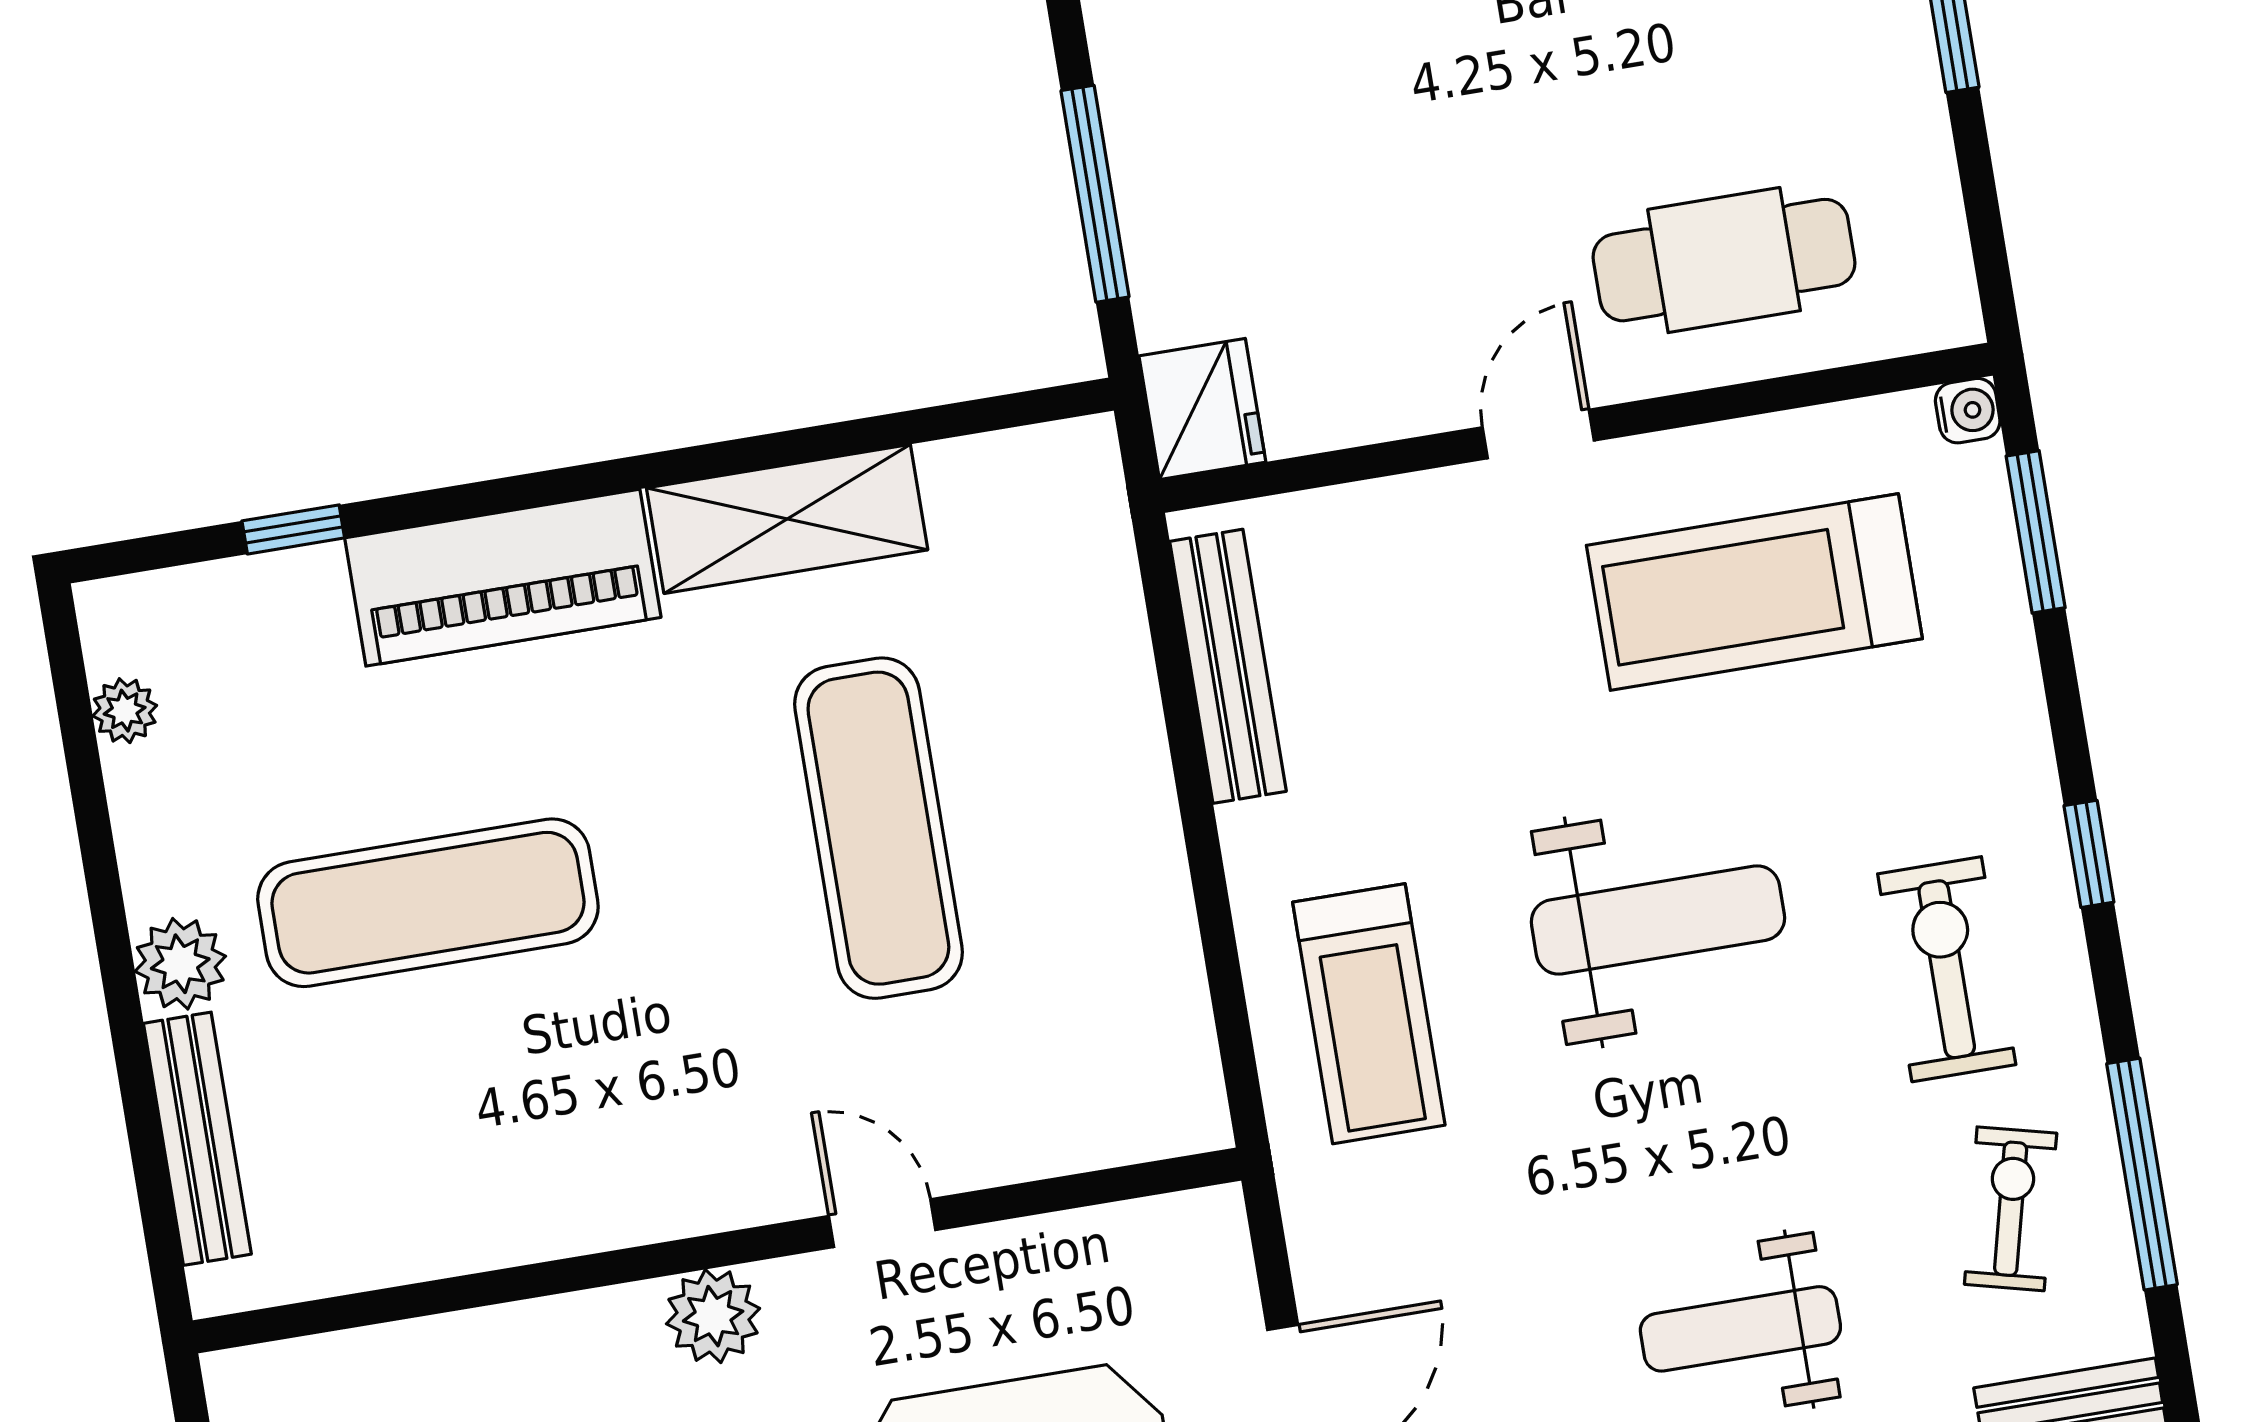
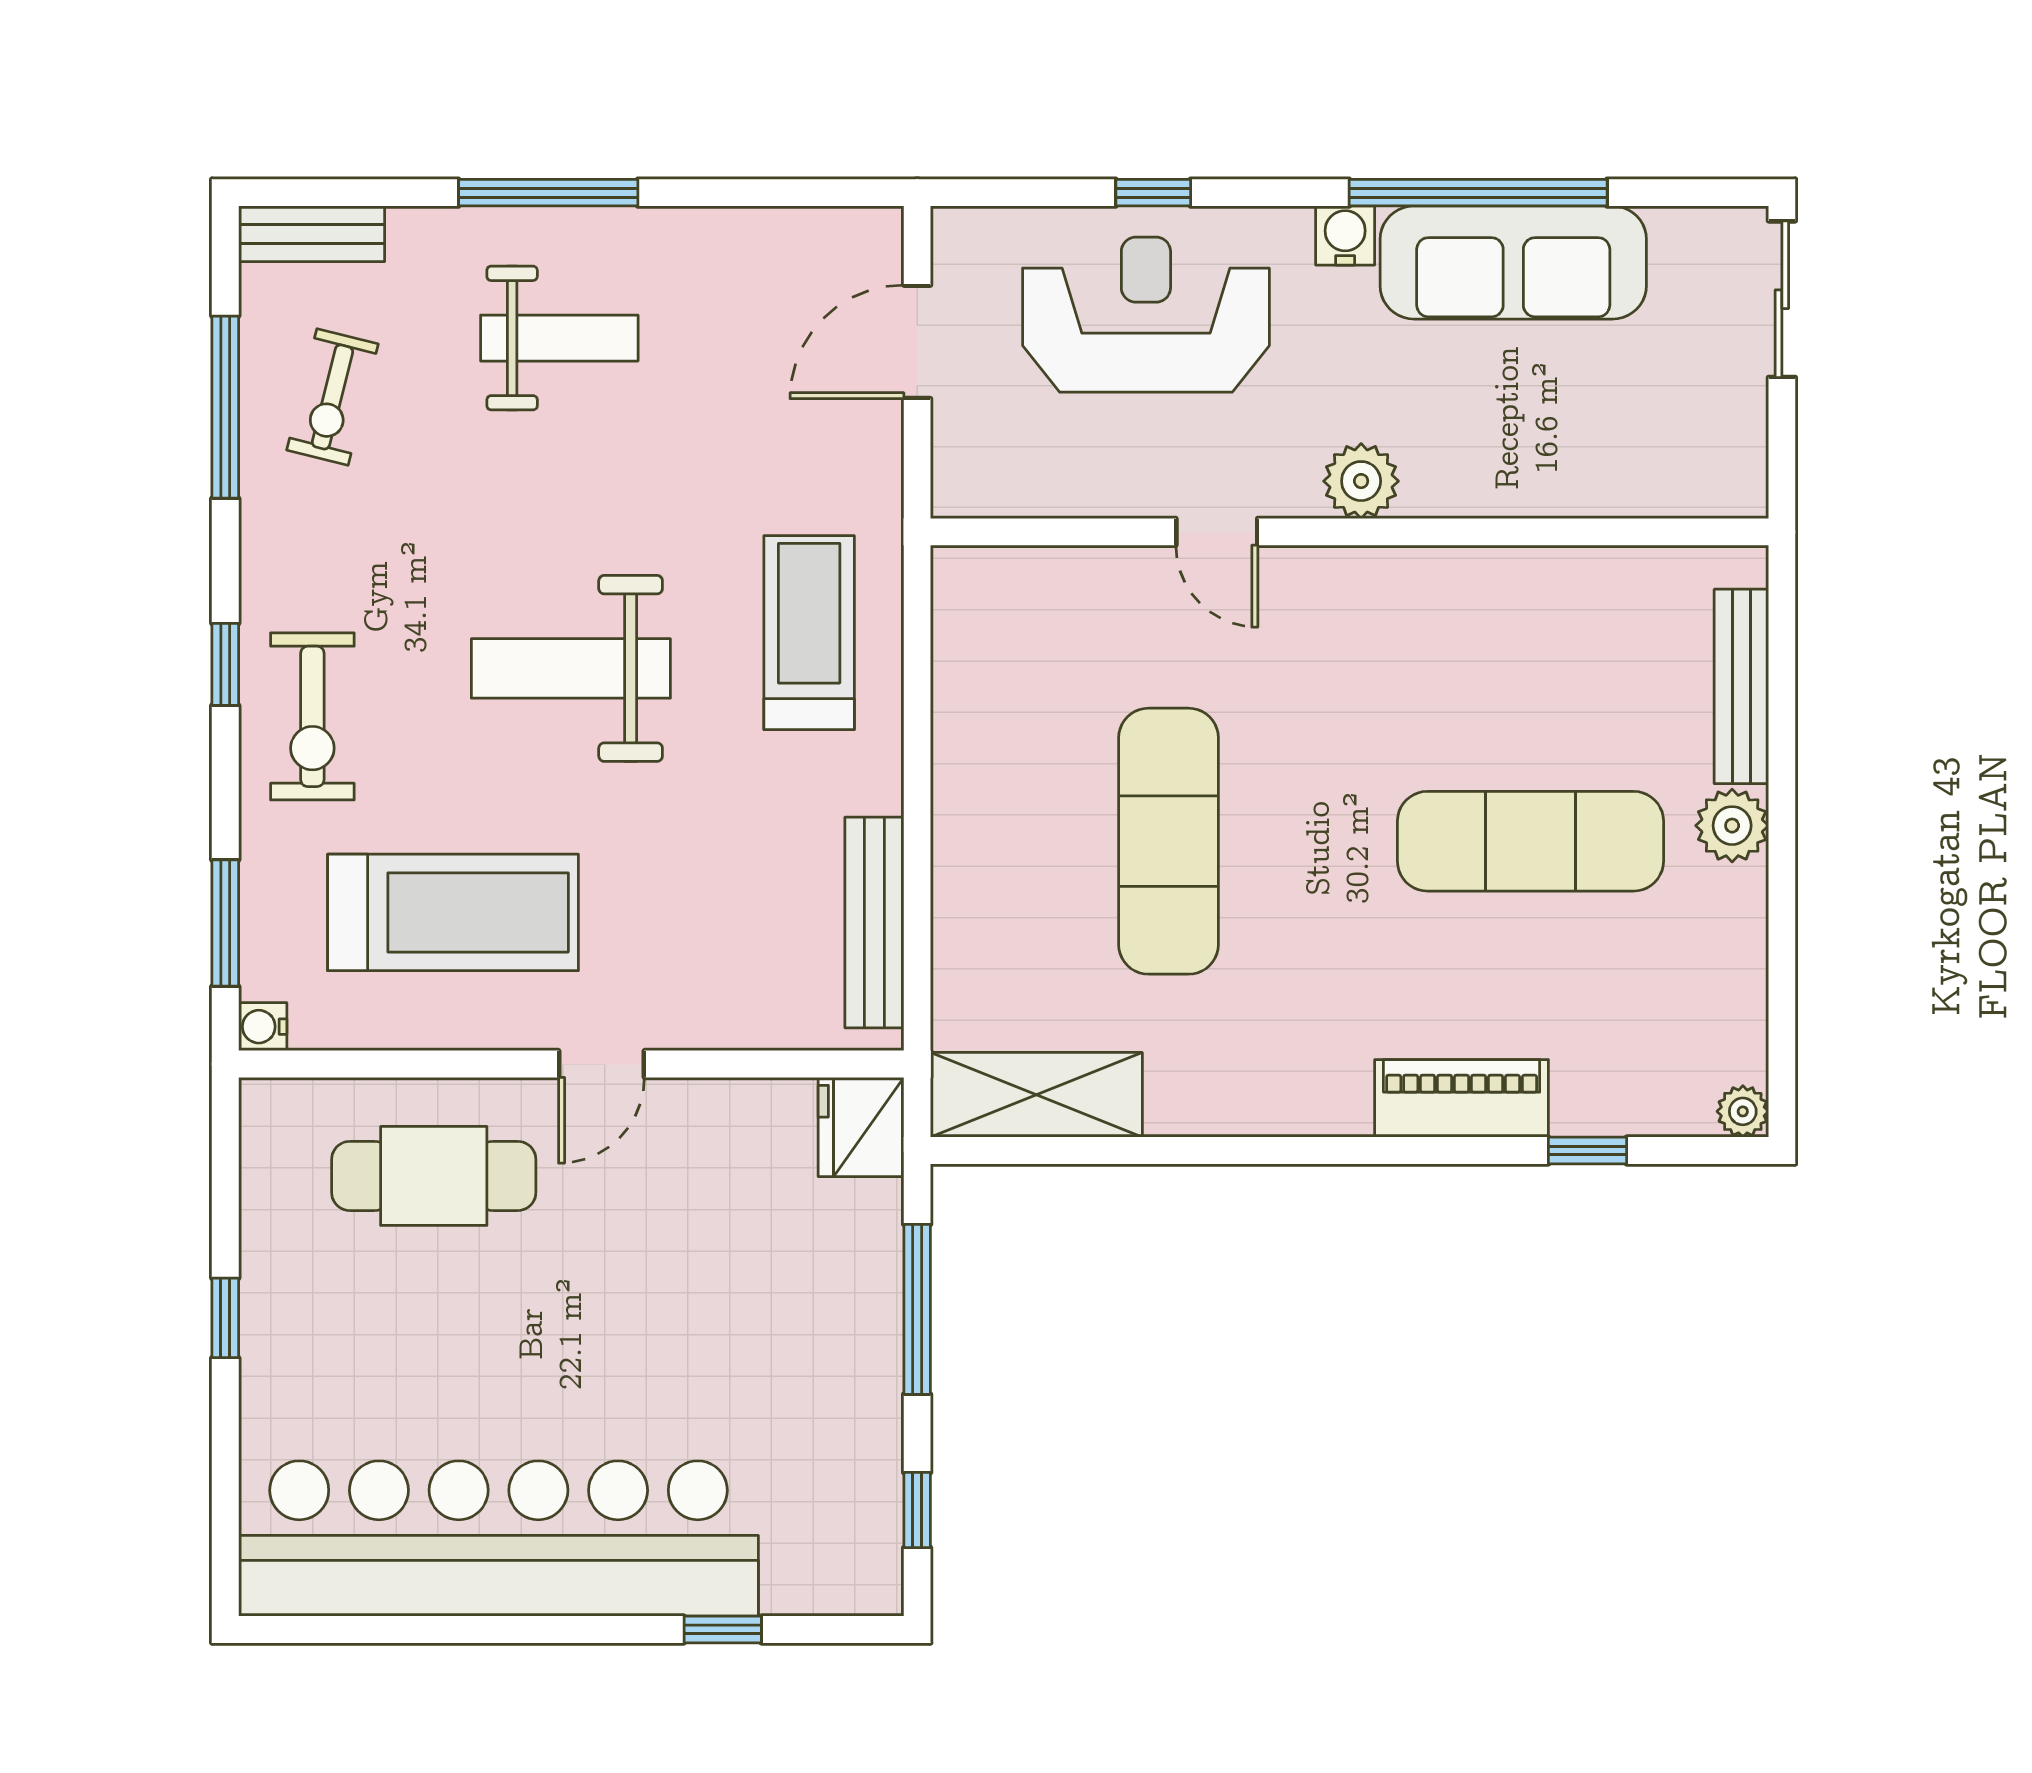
shelving: (787, 519) -> (1036, 1095), moved
piano: (503, 578) -> (1462, 1098), width x0.73, depth x0.75
plant: (125, 711) -> (1743, 1111), moved
exercise bike: (1947, 969) -> (312, 716), moved

